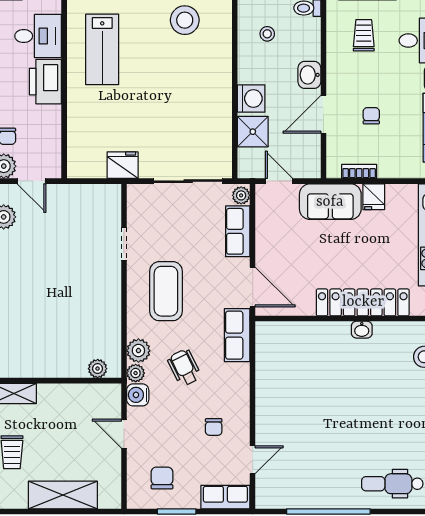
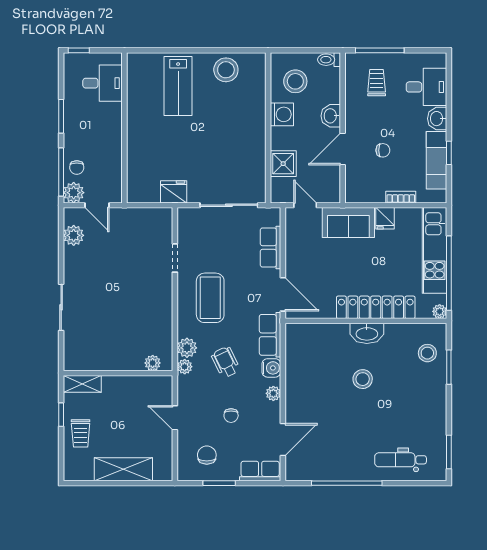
stool: (267, 34) -> (295, 81), width x1.89, depth x1.89
lab bench: (102, 49) -> (178, 86), moved
printer: (45, 82) -> (109, 122), removed
washing machine: (251, 99) -> (282, 114), moved
chair: (371, 116) -> (383, 150), turned 90
bookcase: (359, 171) -> (401, 197), moved
plant: (241, 195) -> (273, 393), moved
washbasin: (362, 330) -> (367, 333), width x1.91, depth x1.45
stool: (347, 388) -> (363, 379), added
water cooler: (138, 395) -> (271, 368), moved, turned 180
chair: (214, 427) -> (231, 416), moved
door: (253, 460) -> (283, 440), width x1.38

